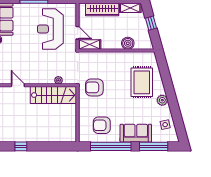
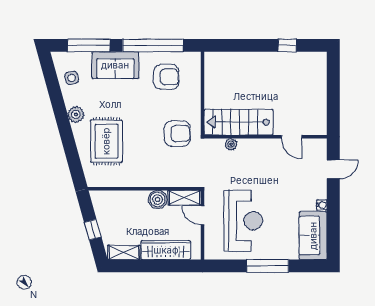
boiler: (128, 43) -> (158, 200), moved

